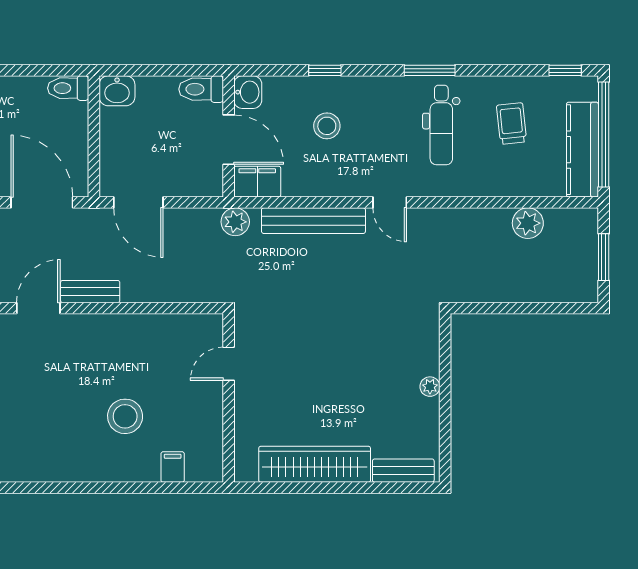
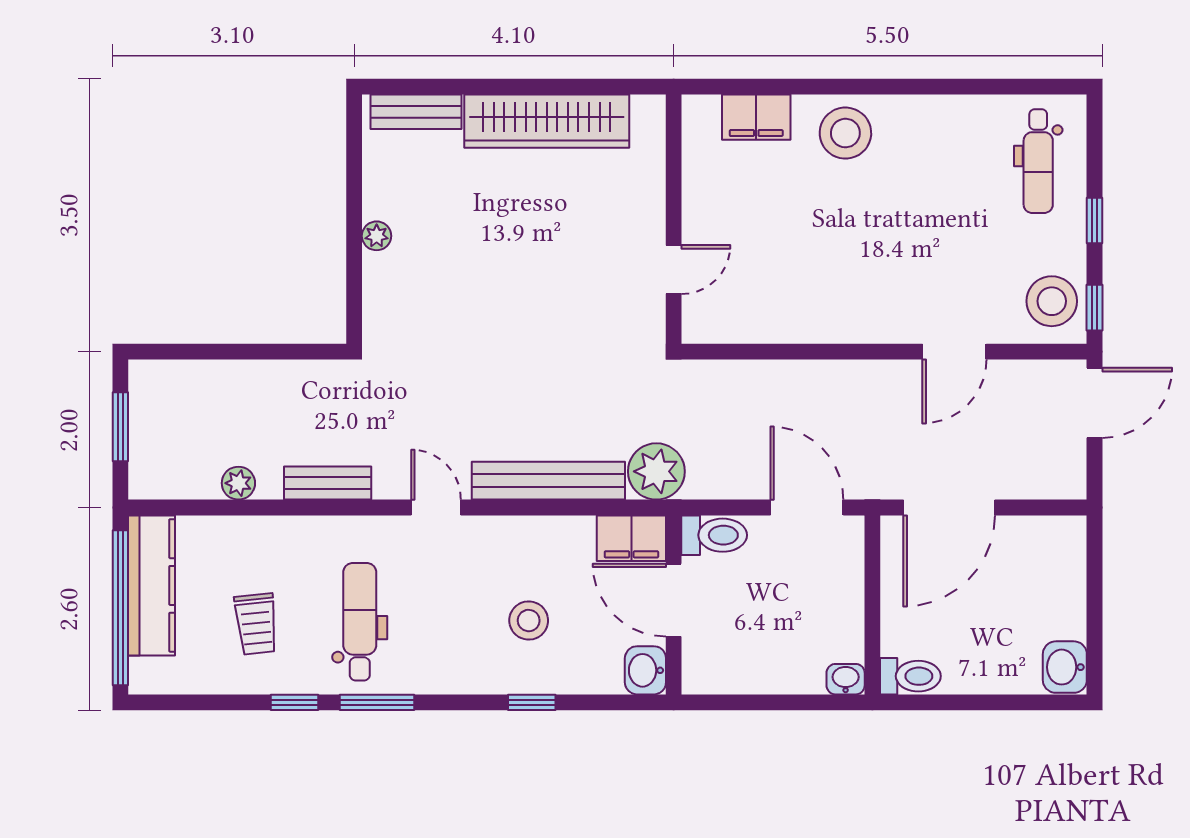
window: (565, 70) -> (295, 702), moved
toilet: (201, 89) -> (714, 535), moved
washbasin: (117, 91) -> (846, 679), width x0.72, depth x0.69
door: (42, 202) -> (949, 507), hinge flipped
plant: (235, 222) -> (656, 471), width x1.36, depth x1.36
plant: (528, 223) -> (238, 483), width x0.73, depth x0.73
bench: (90, 292) -> (328, 483), moved
stool: (125, 416) -> (845, 133), moved
filing cabinet: (173, 467) -> (756, 117), width x2.00

